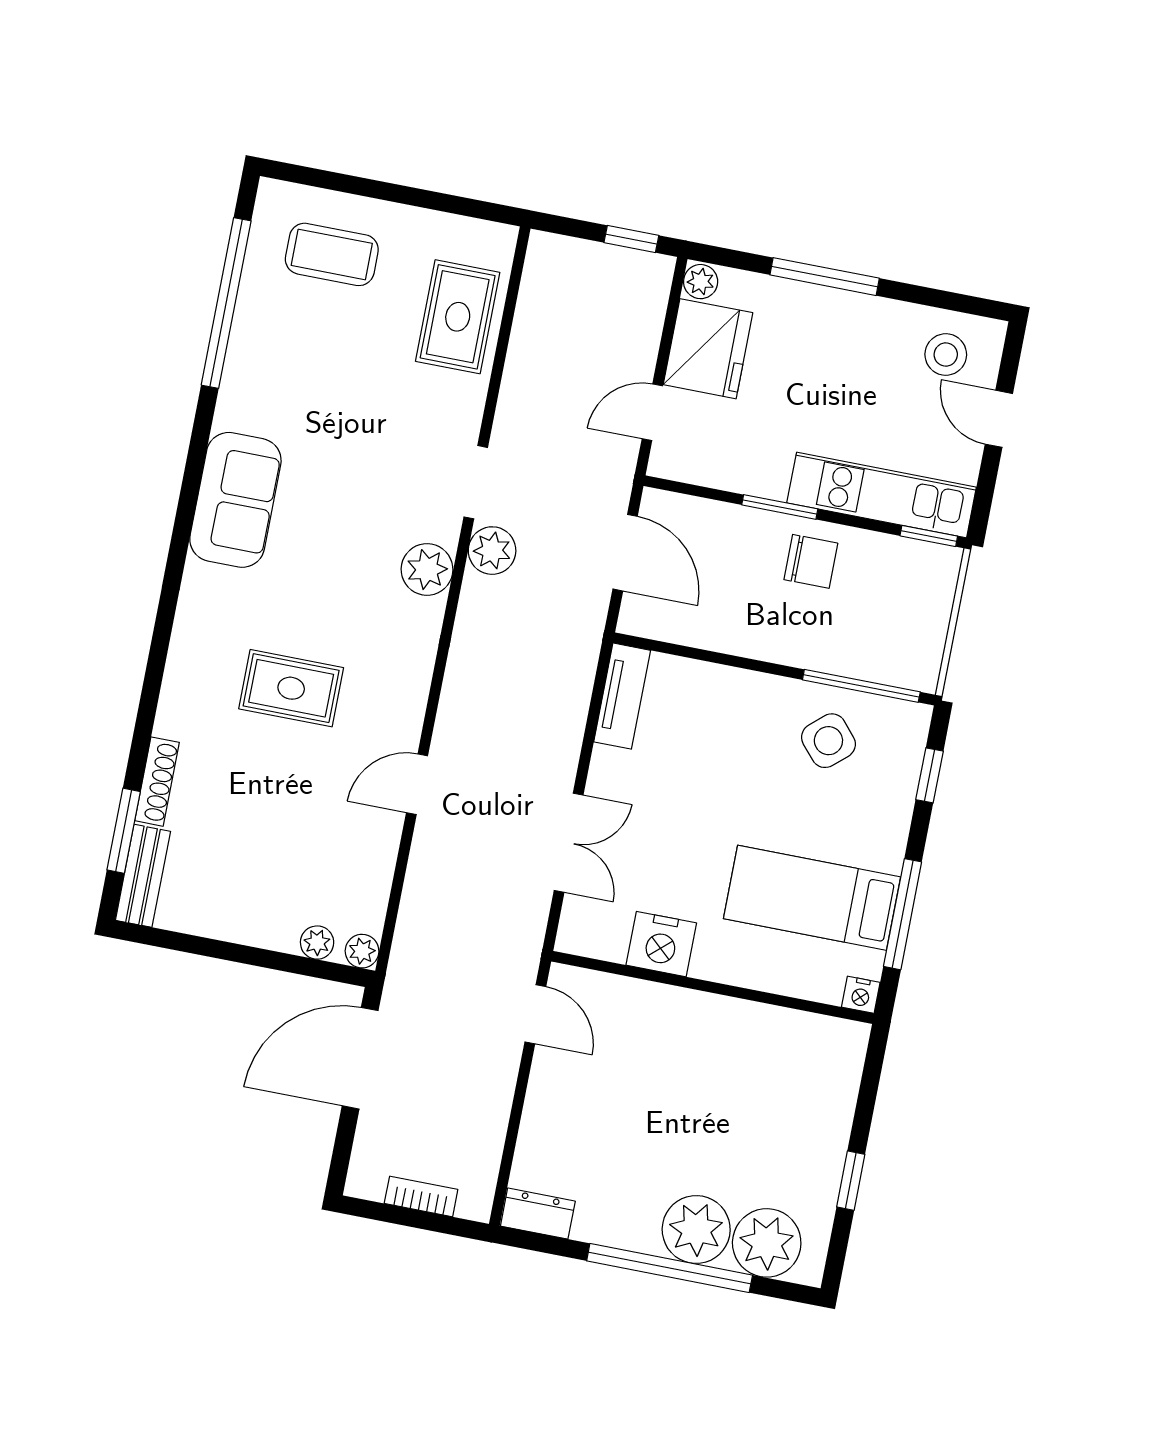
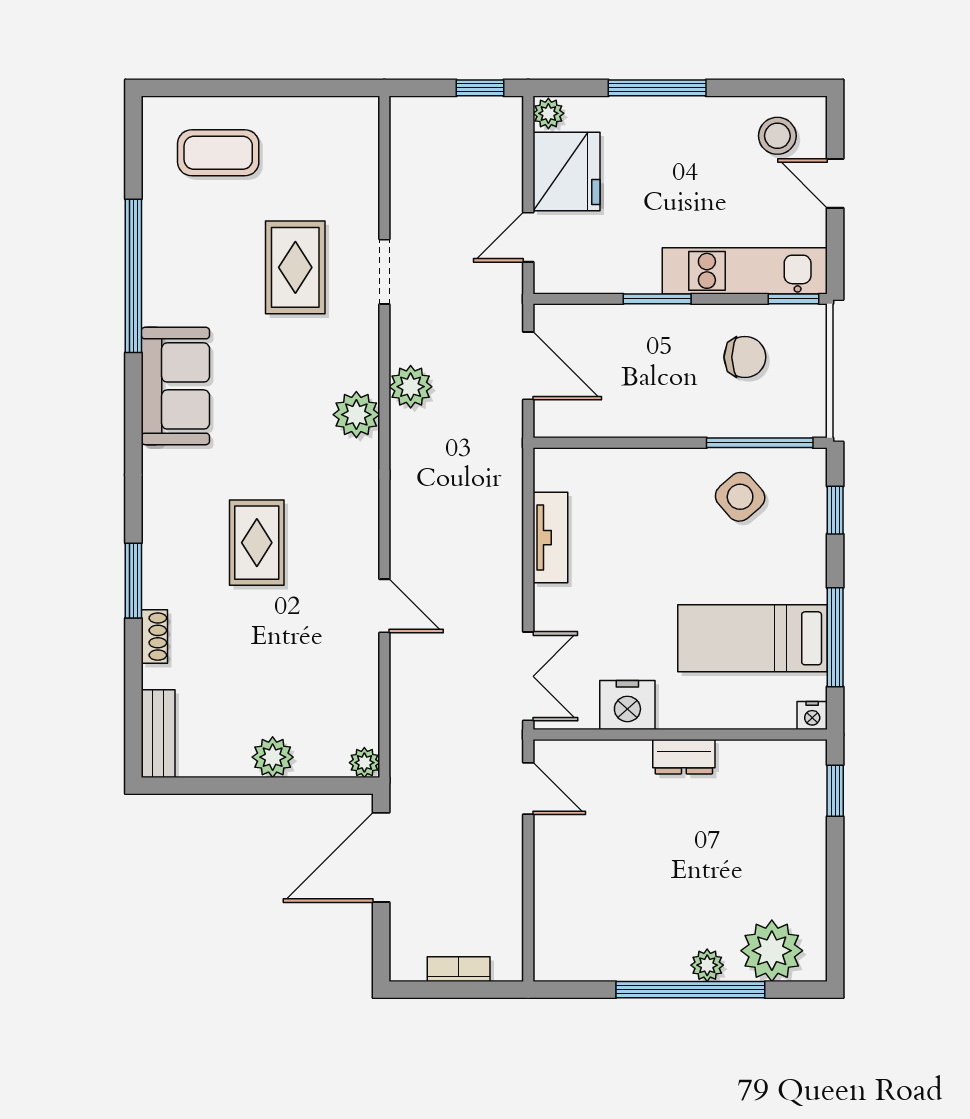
window: (226, 303) -> (133, 276), moved
rug: (458, 317) -> (295, 267), moved
doorway: (476, 482) -> (384, 272), moved
chair: (811, 561) -> (745, 357), moved
rug: (291, 688) -> (257, 543), turned 90
tv unit: (622, 696) -> (550, 538), moved
shoe rack: (157, 782) -> (154, 637), width x0.70
door: (417, 784) -> (384, 606), swing flipped
window: (124, 831) -> (133, 581), moved
double door: (569, 843) -> (528, 676), moved
plant: (317, 943) -> (273, 757), moved, width x1.38, depth x1.38
window: (851, 1181) -> (835, 791), moved
dresser: (538, 1214) -> (684, 757), moved, turned 180
plant: (696, 1229) -> (707, 965), width x0.53, depth x0.53

